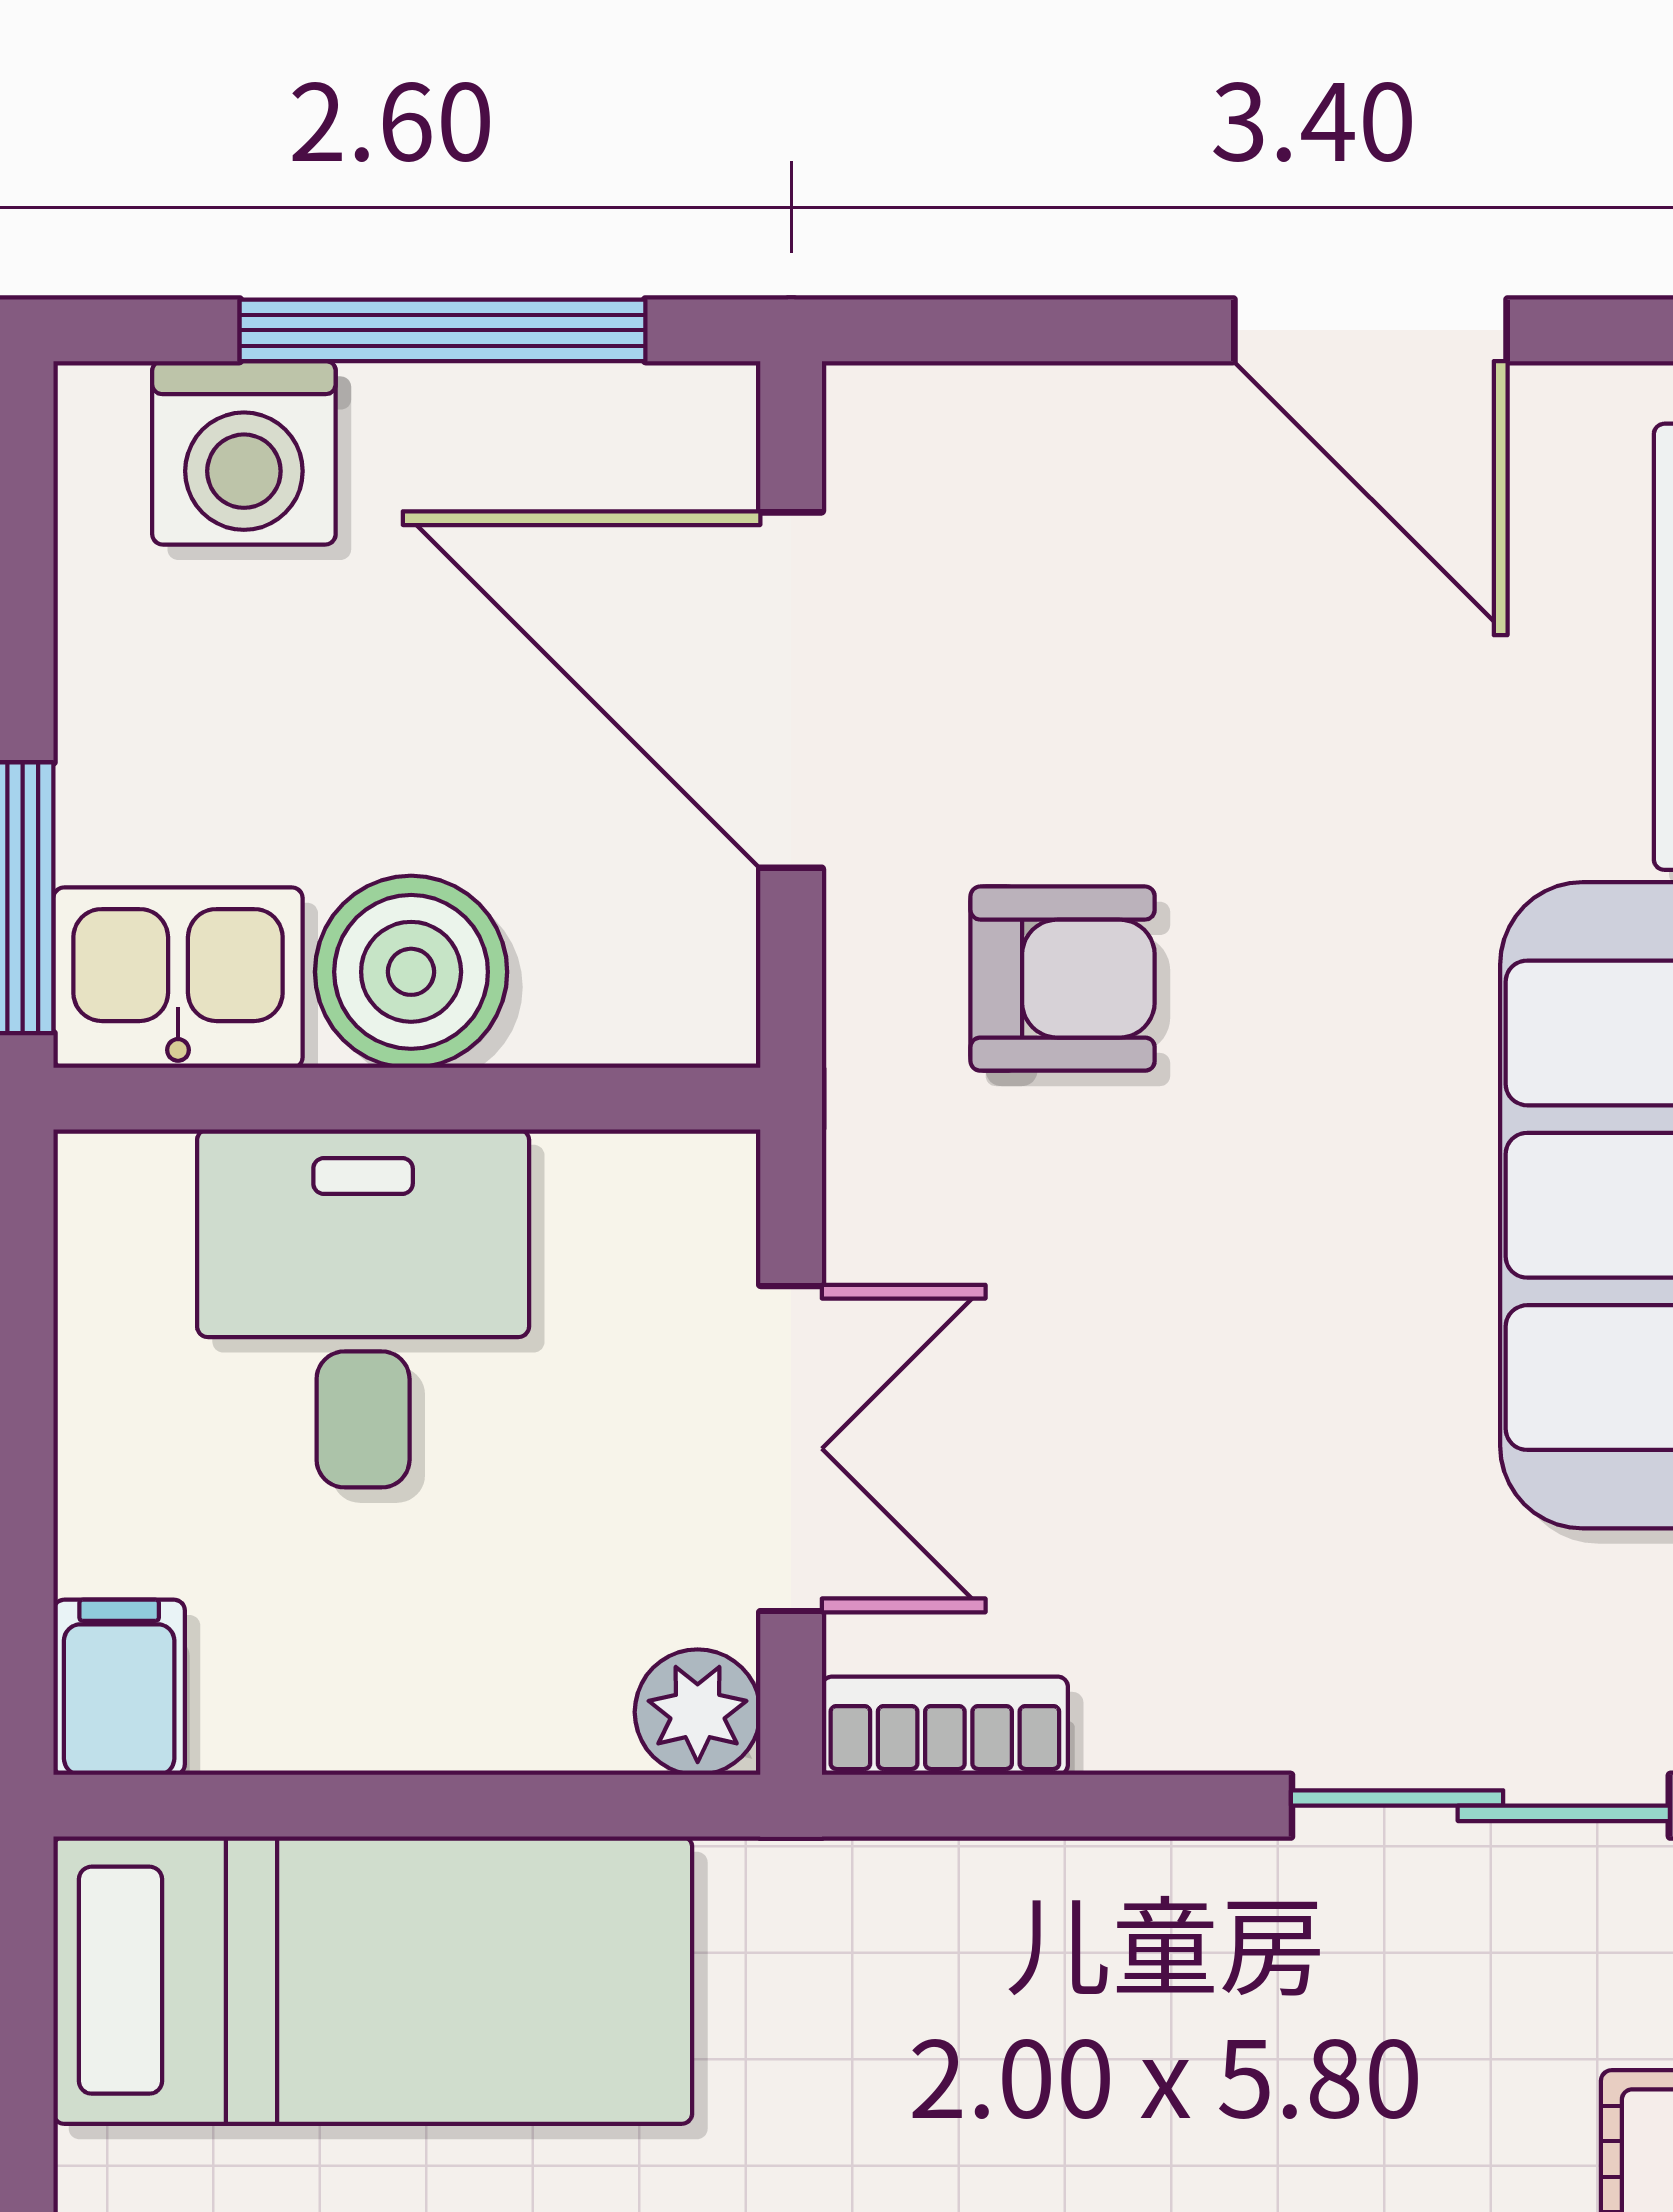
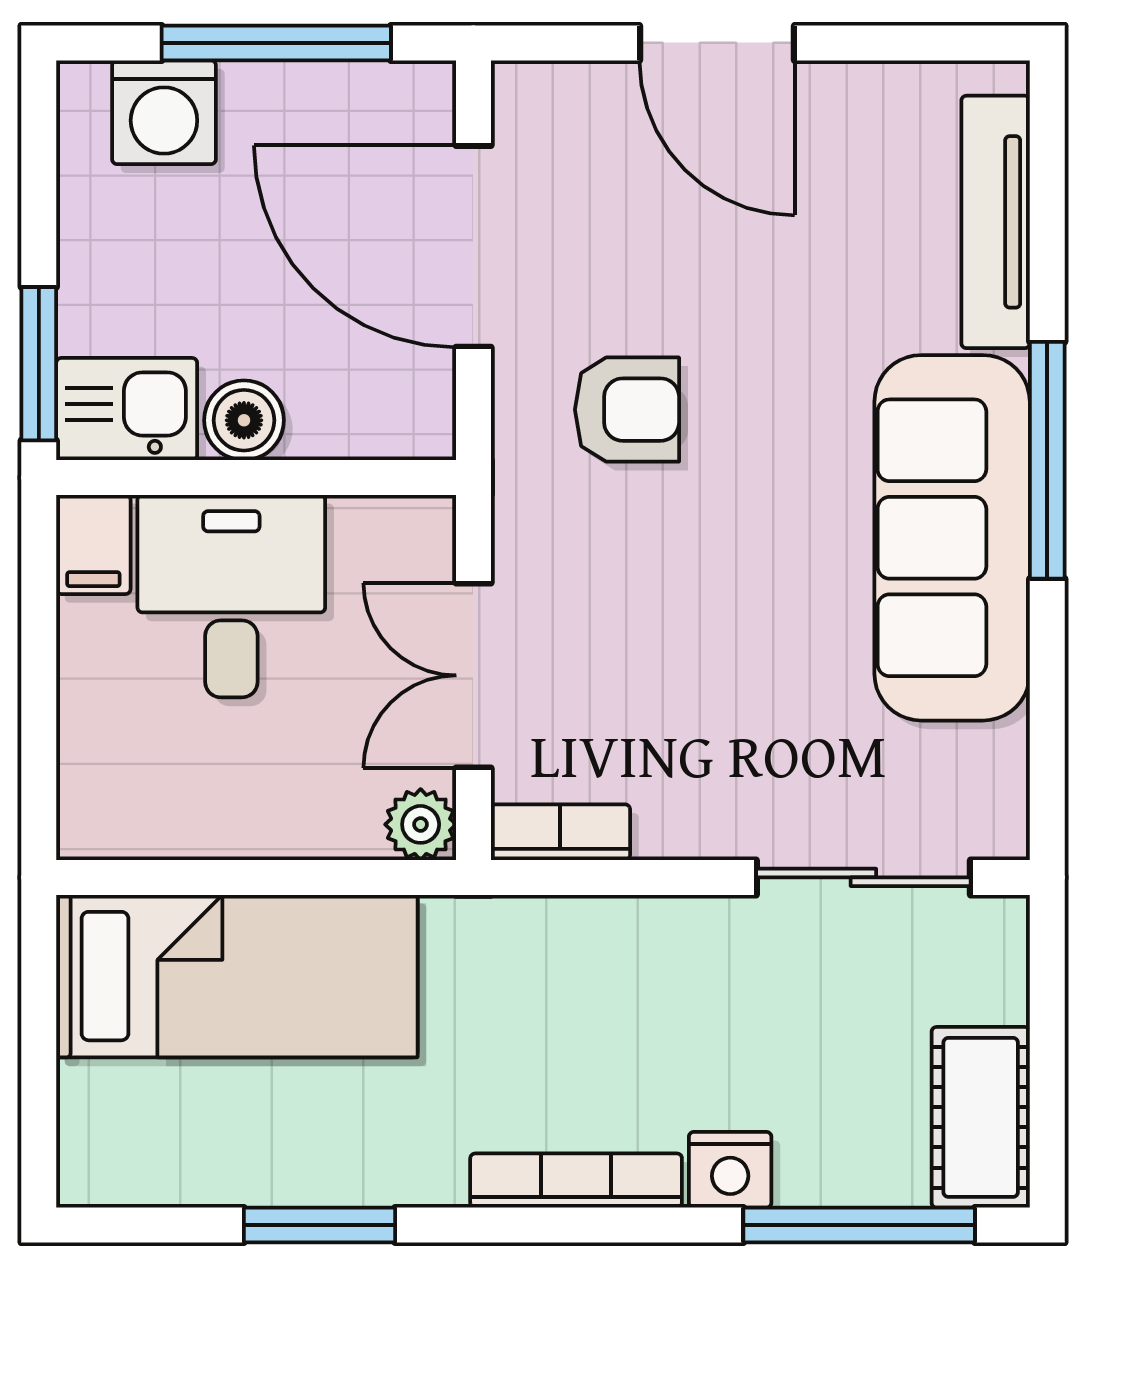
door: (1371, 330) -> (717, 43), moved
boiler: (411, 972) -> (244, 420), width x0.73, depth x0.73
double door: (791, 1449) -> (473, 675), swing flipped
filing cabinet: (119, 1687) -> (93, 544), moved, turned 180

